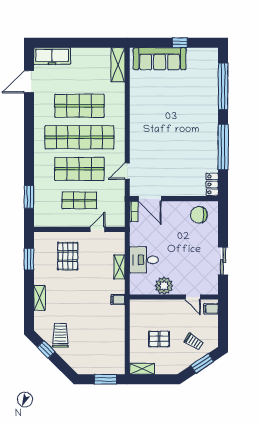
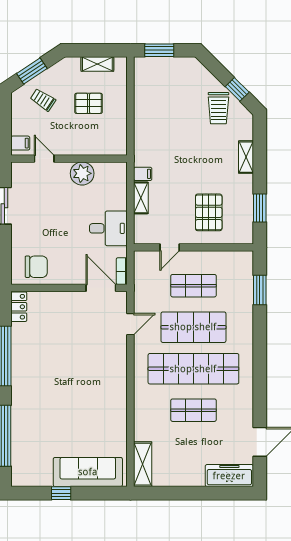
shop shelf: (79, 106) -> (193, 410), width x0.70, depth x0.74
desk: (144, 260) -> (108, 228), moved
filing cabinet: (118, 300) -> (143, 174), moved
shelving: (142, 369) -> (97, 64), moved

